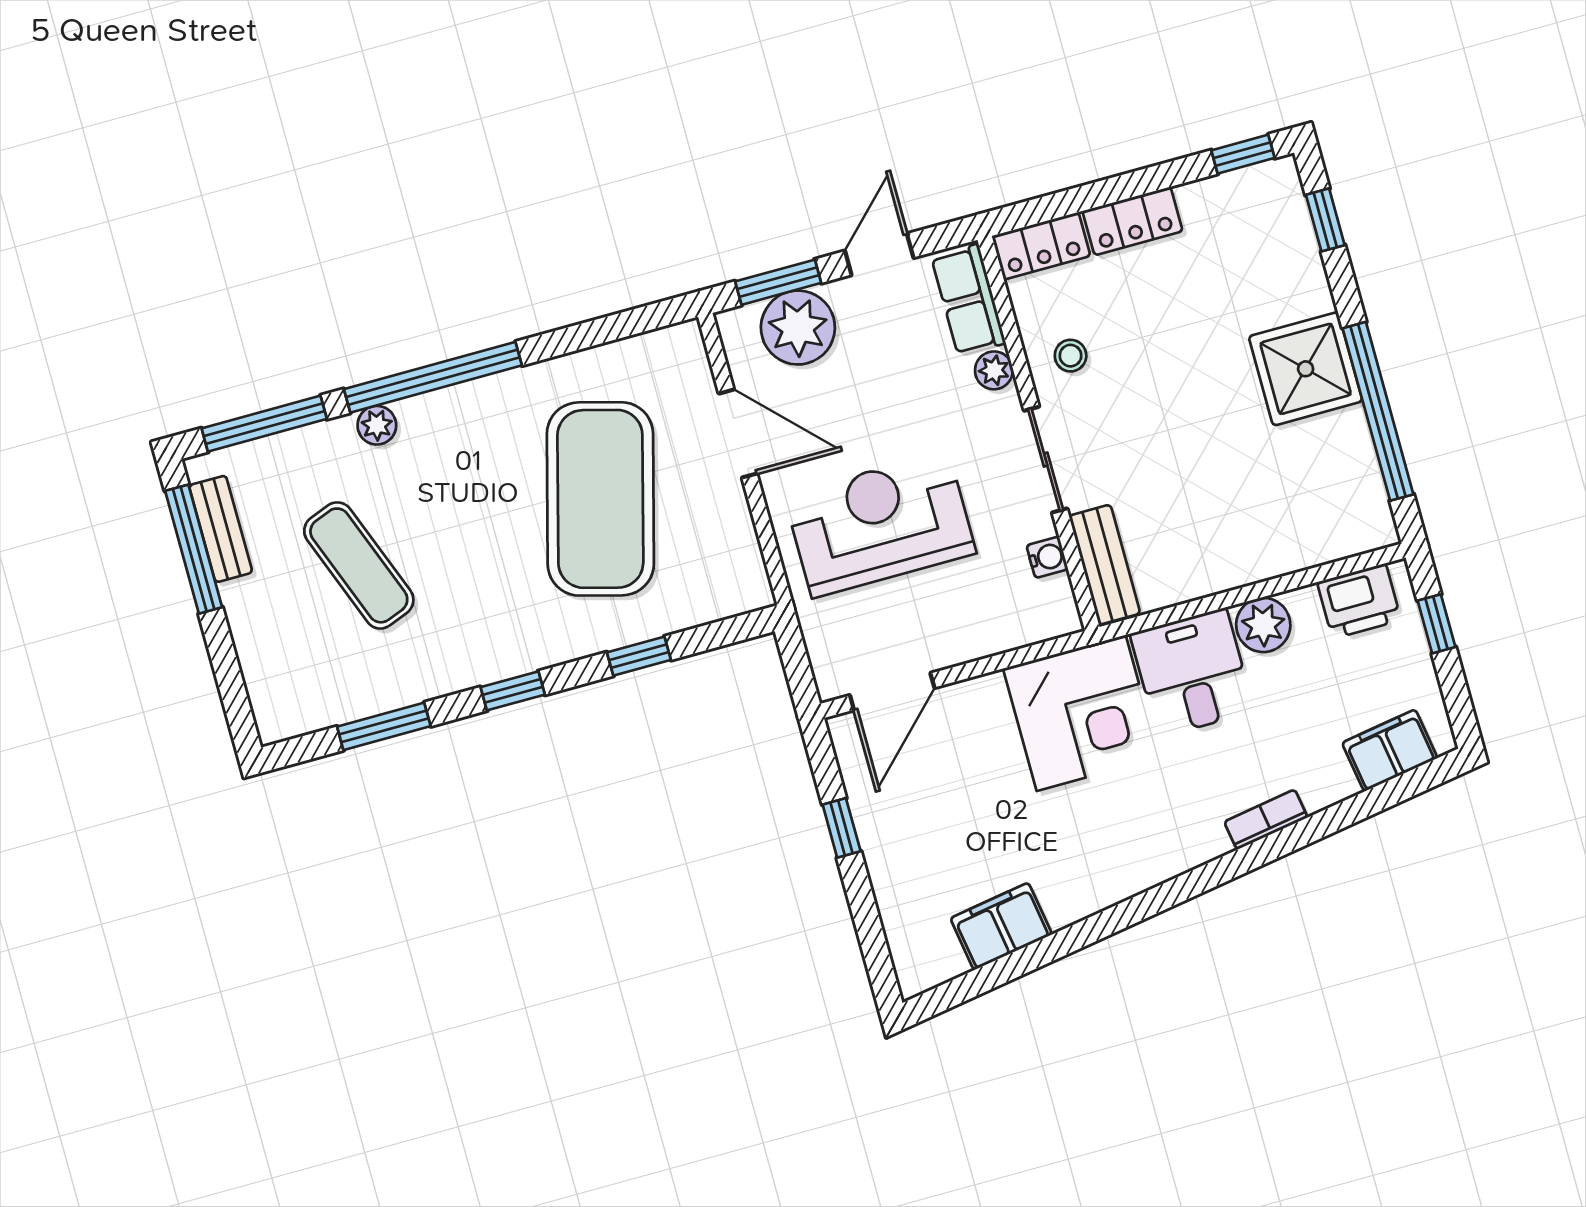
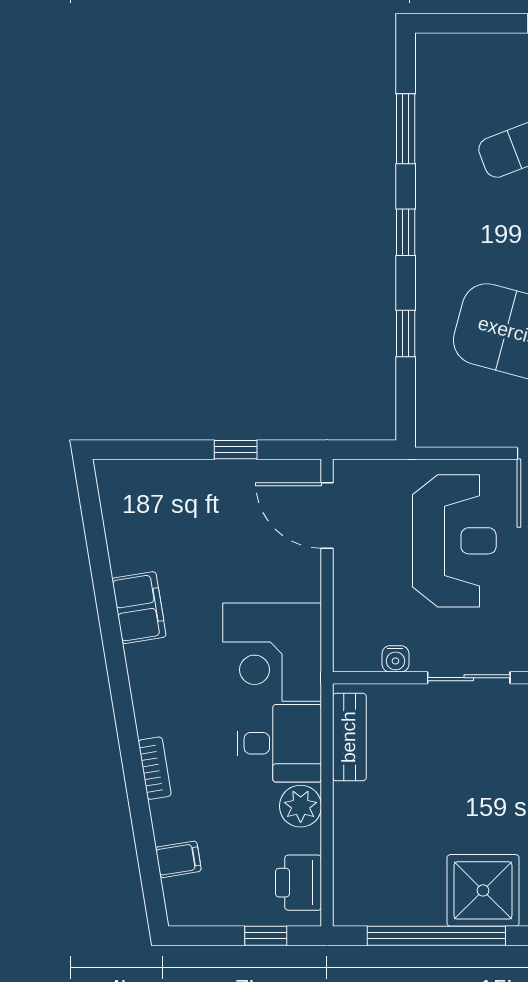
bench: (1105, 565) -> (349, 737), moved, turned 90
filing cabinet: (1390, 750) -> (178, 859), width x0.50
filing cabinet: (1001, 926) -> (139, 608), moved

